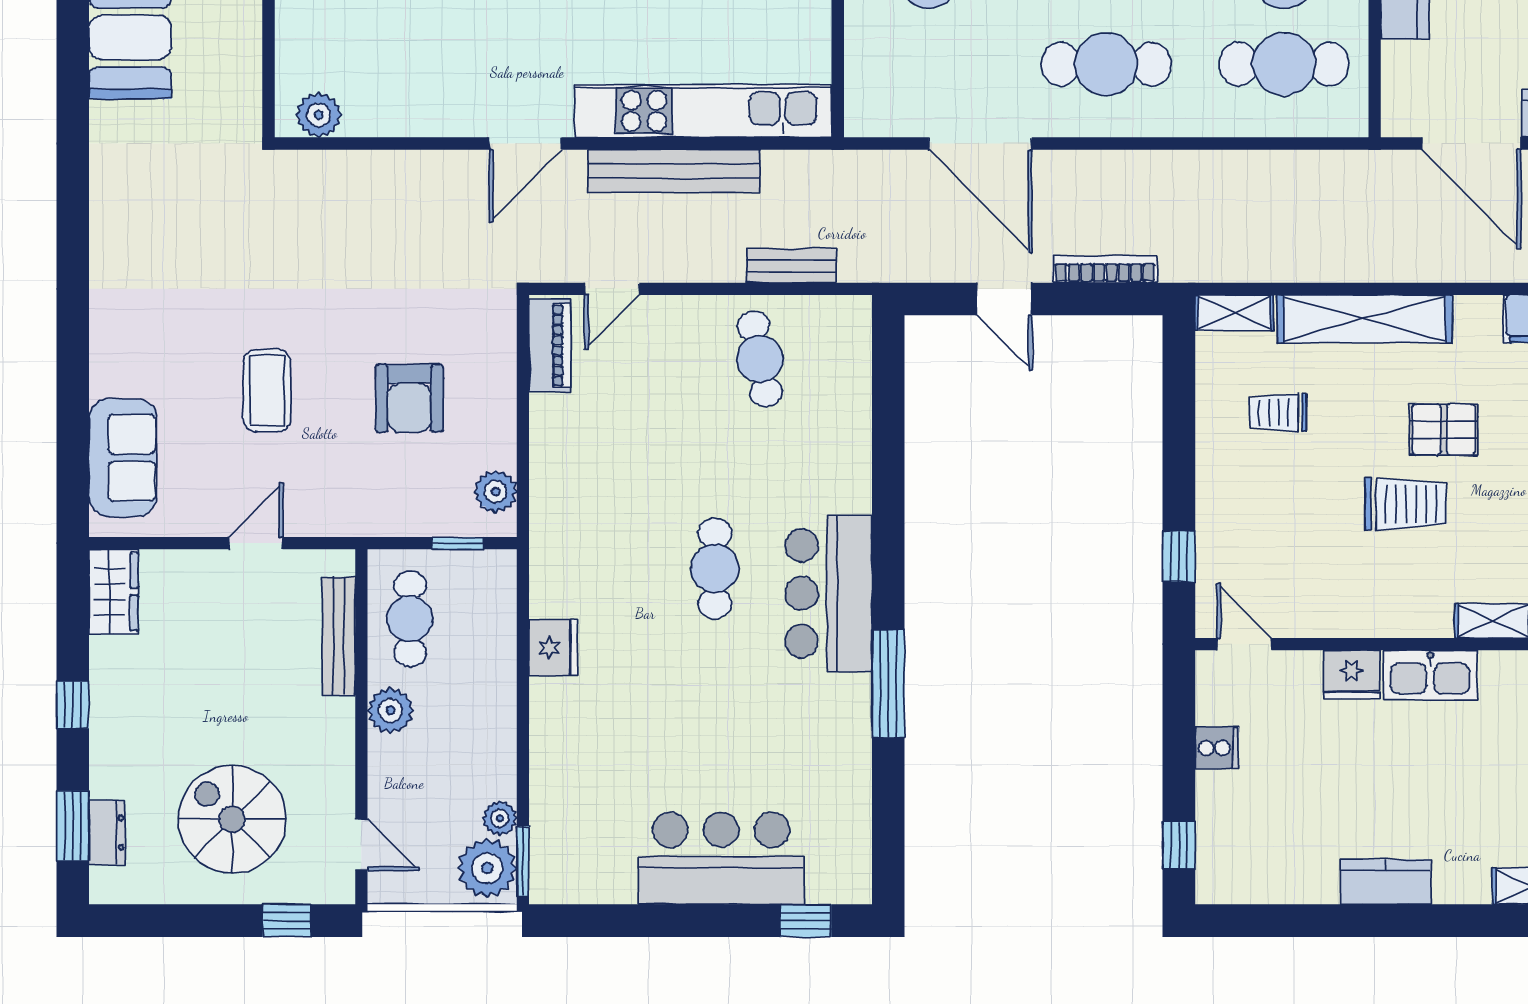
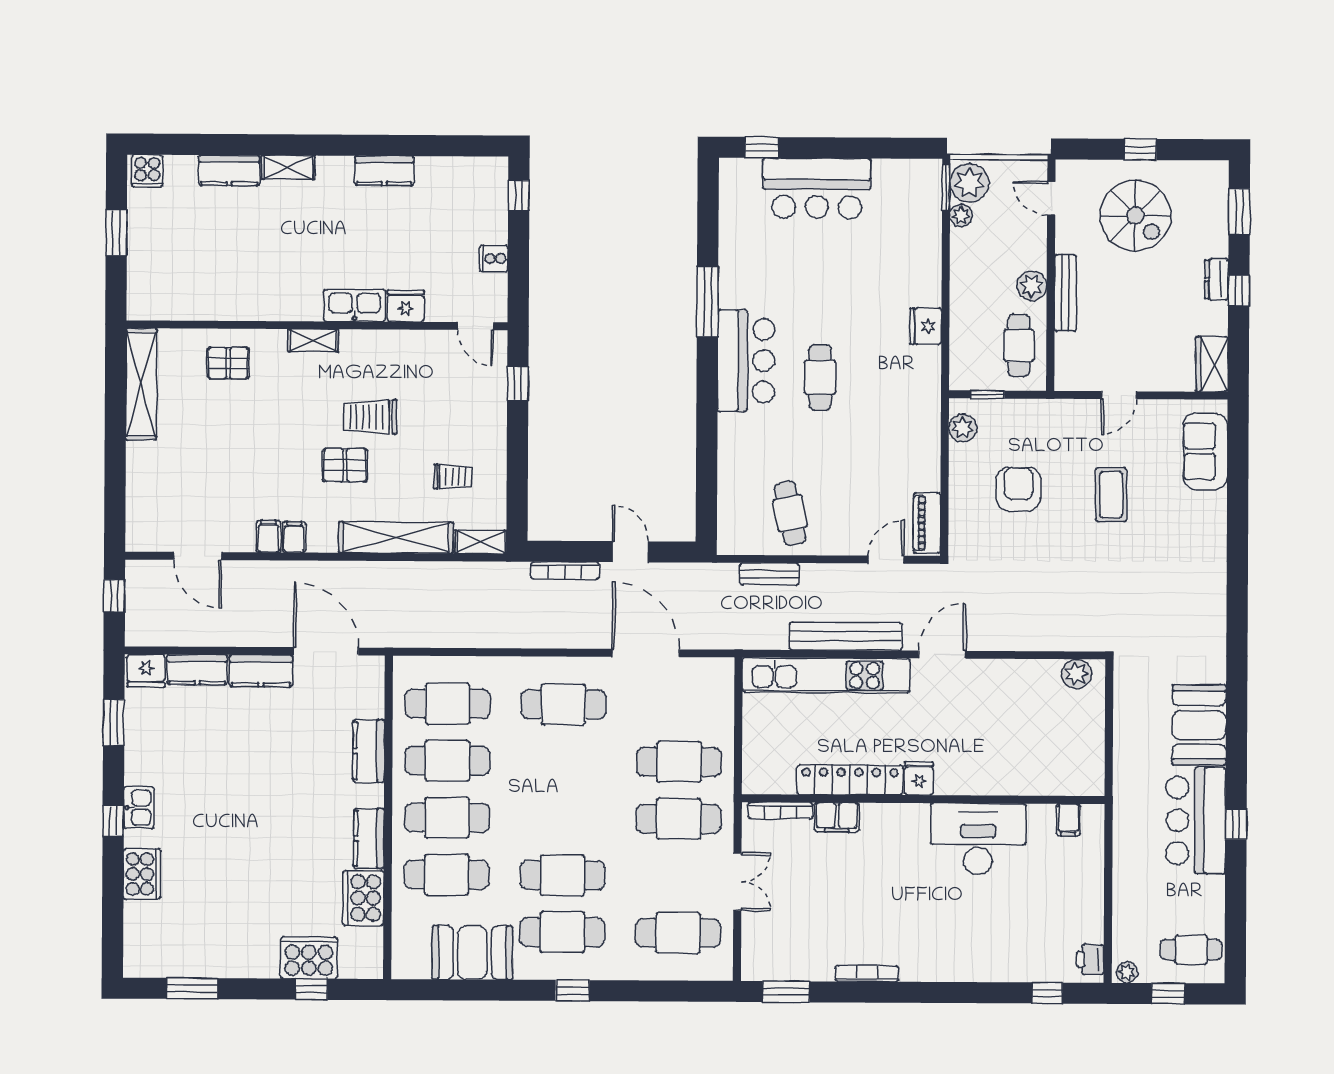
bench: (339, 636) -> (1065, 293), moved
dresser: (107, 833) -> (1217, 279), moved
window: (287, 921) -> (1141, 149), moved

